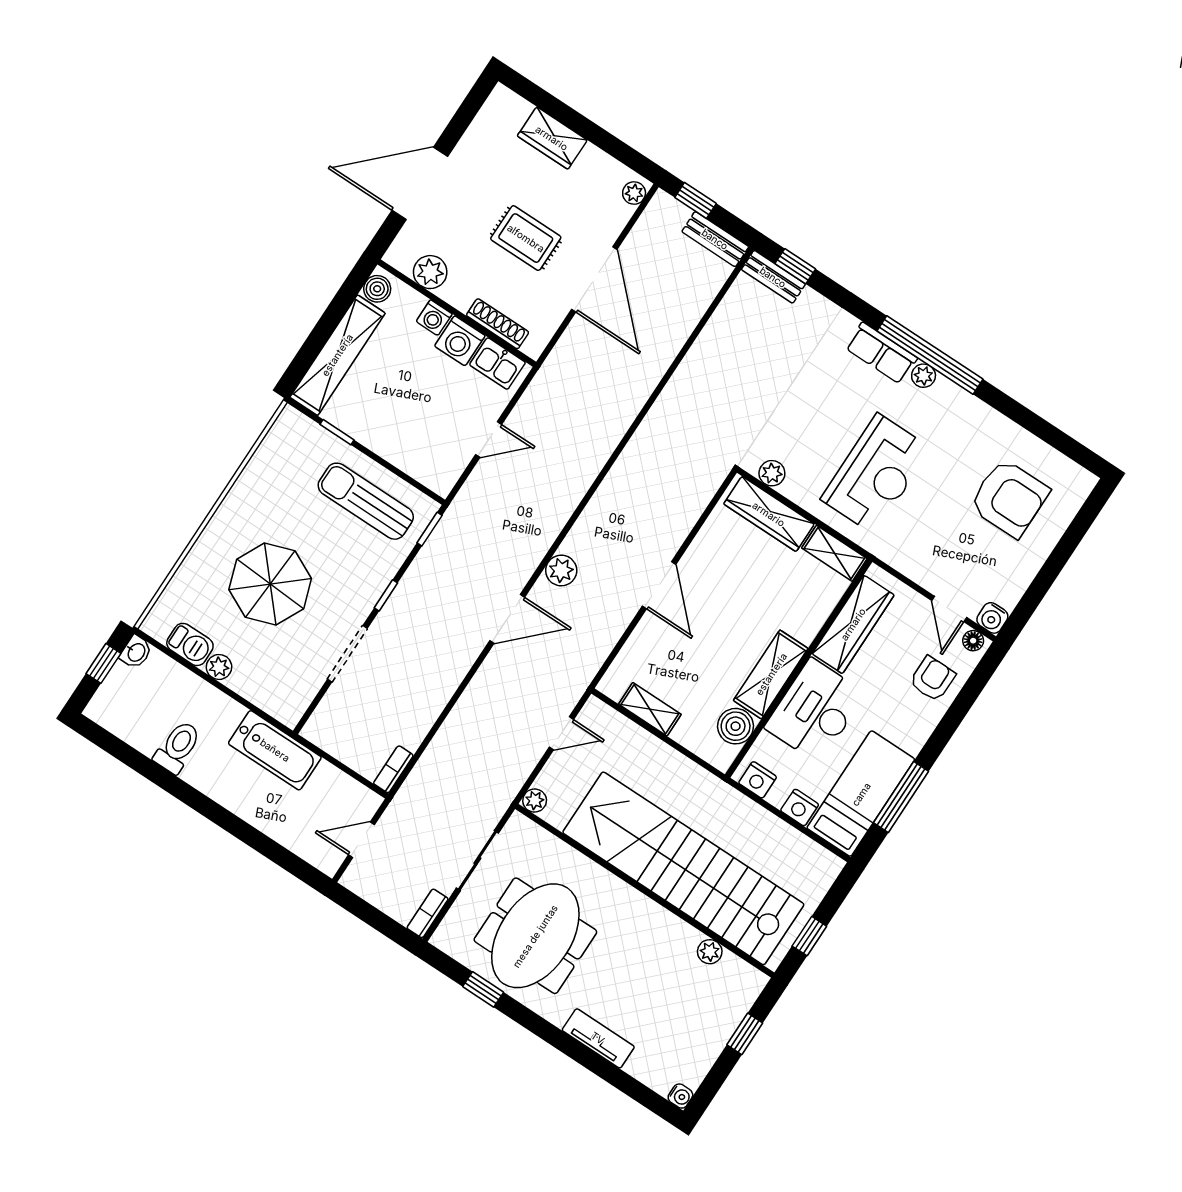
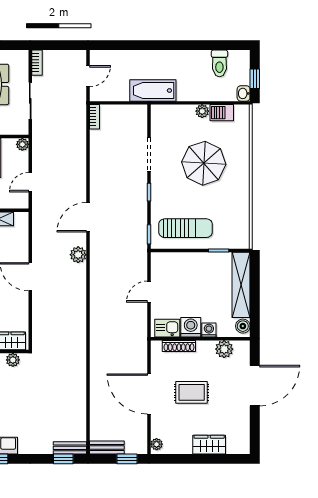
toilet: (178, 747) -> (219, 63), moved

